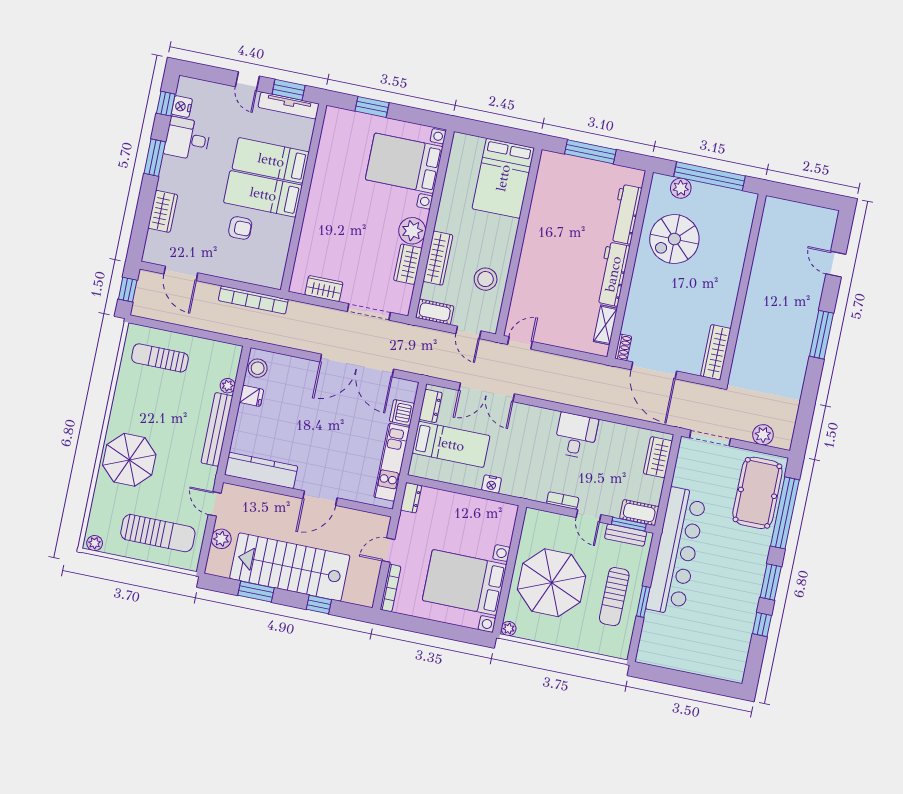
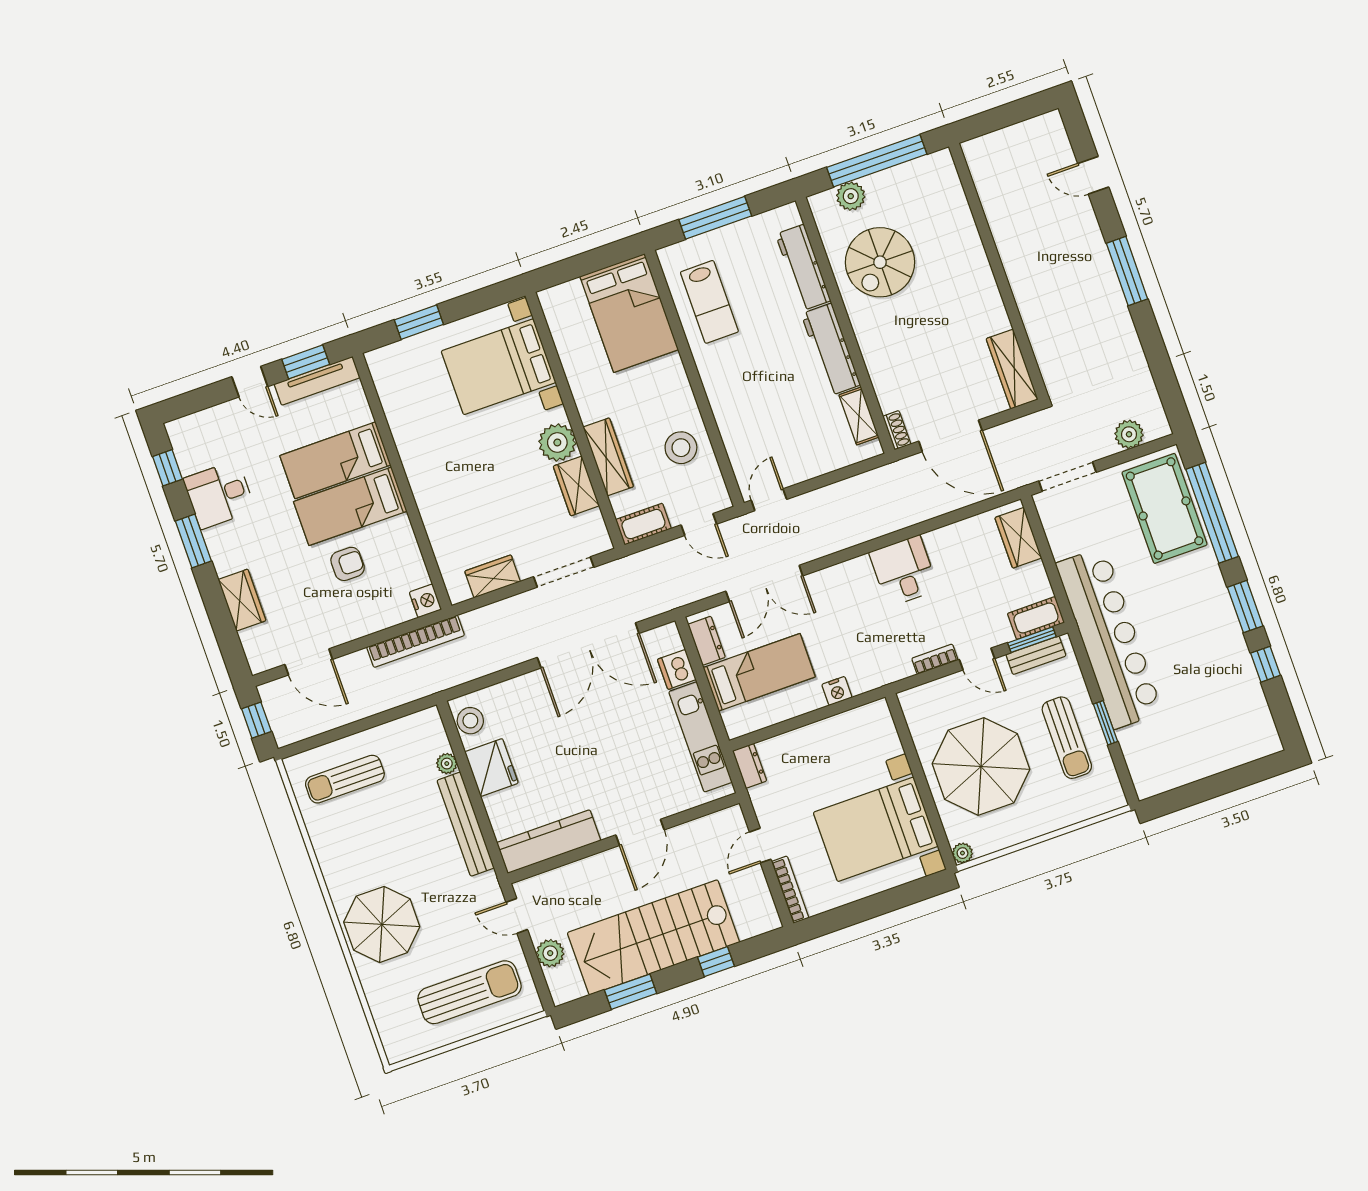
nightstand: (182, 107) -> (425, 601), moved, turned 180
lab bench: (556, 201) -> (709, 302), added
fridge: (251, 396) -> (491, 767), width x1.88, depth x1.34
plant: (95, 543) -> (400, 1050), removed

